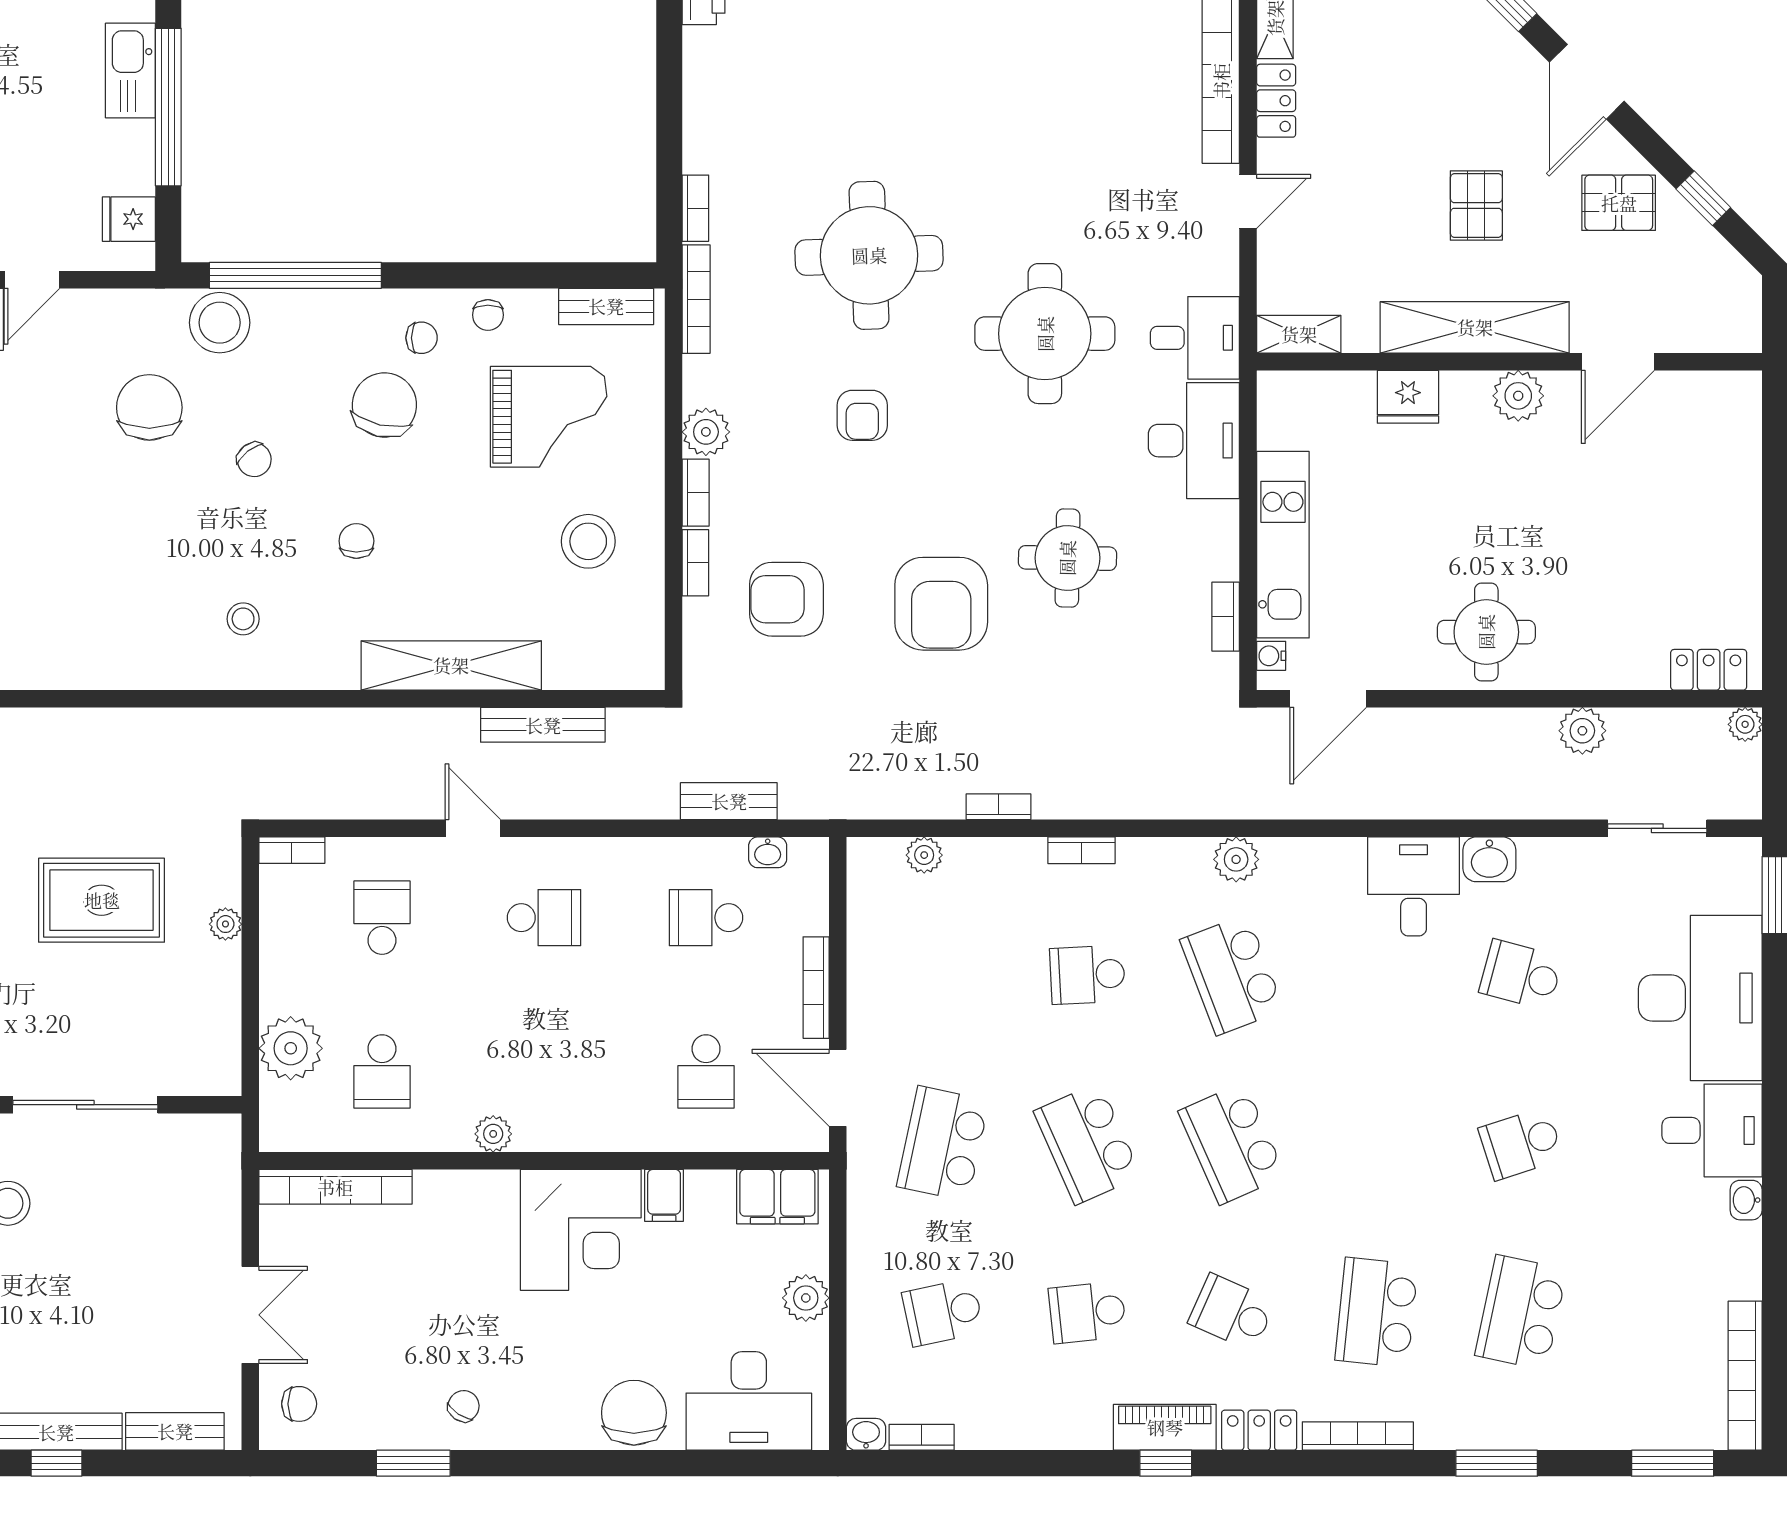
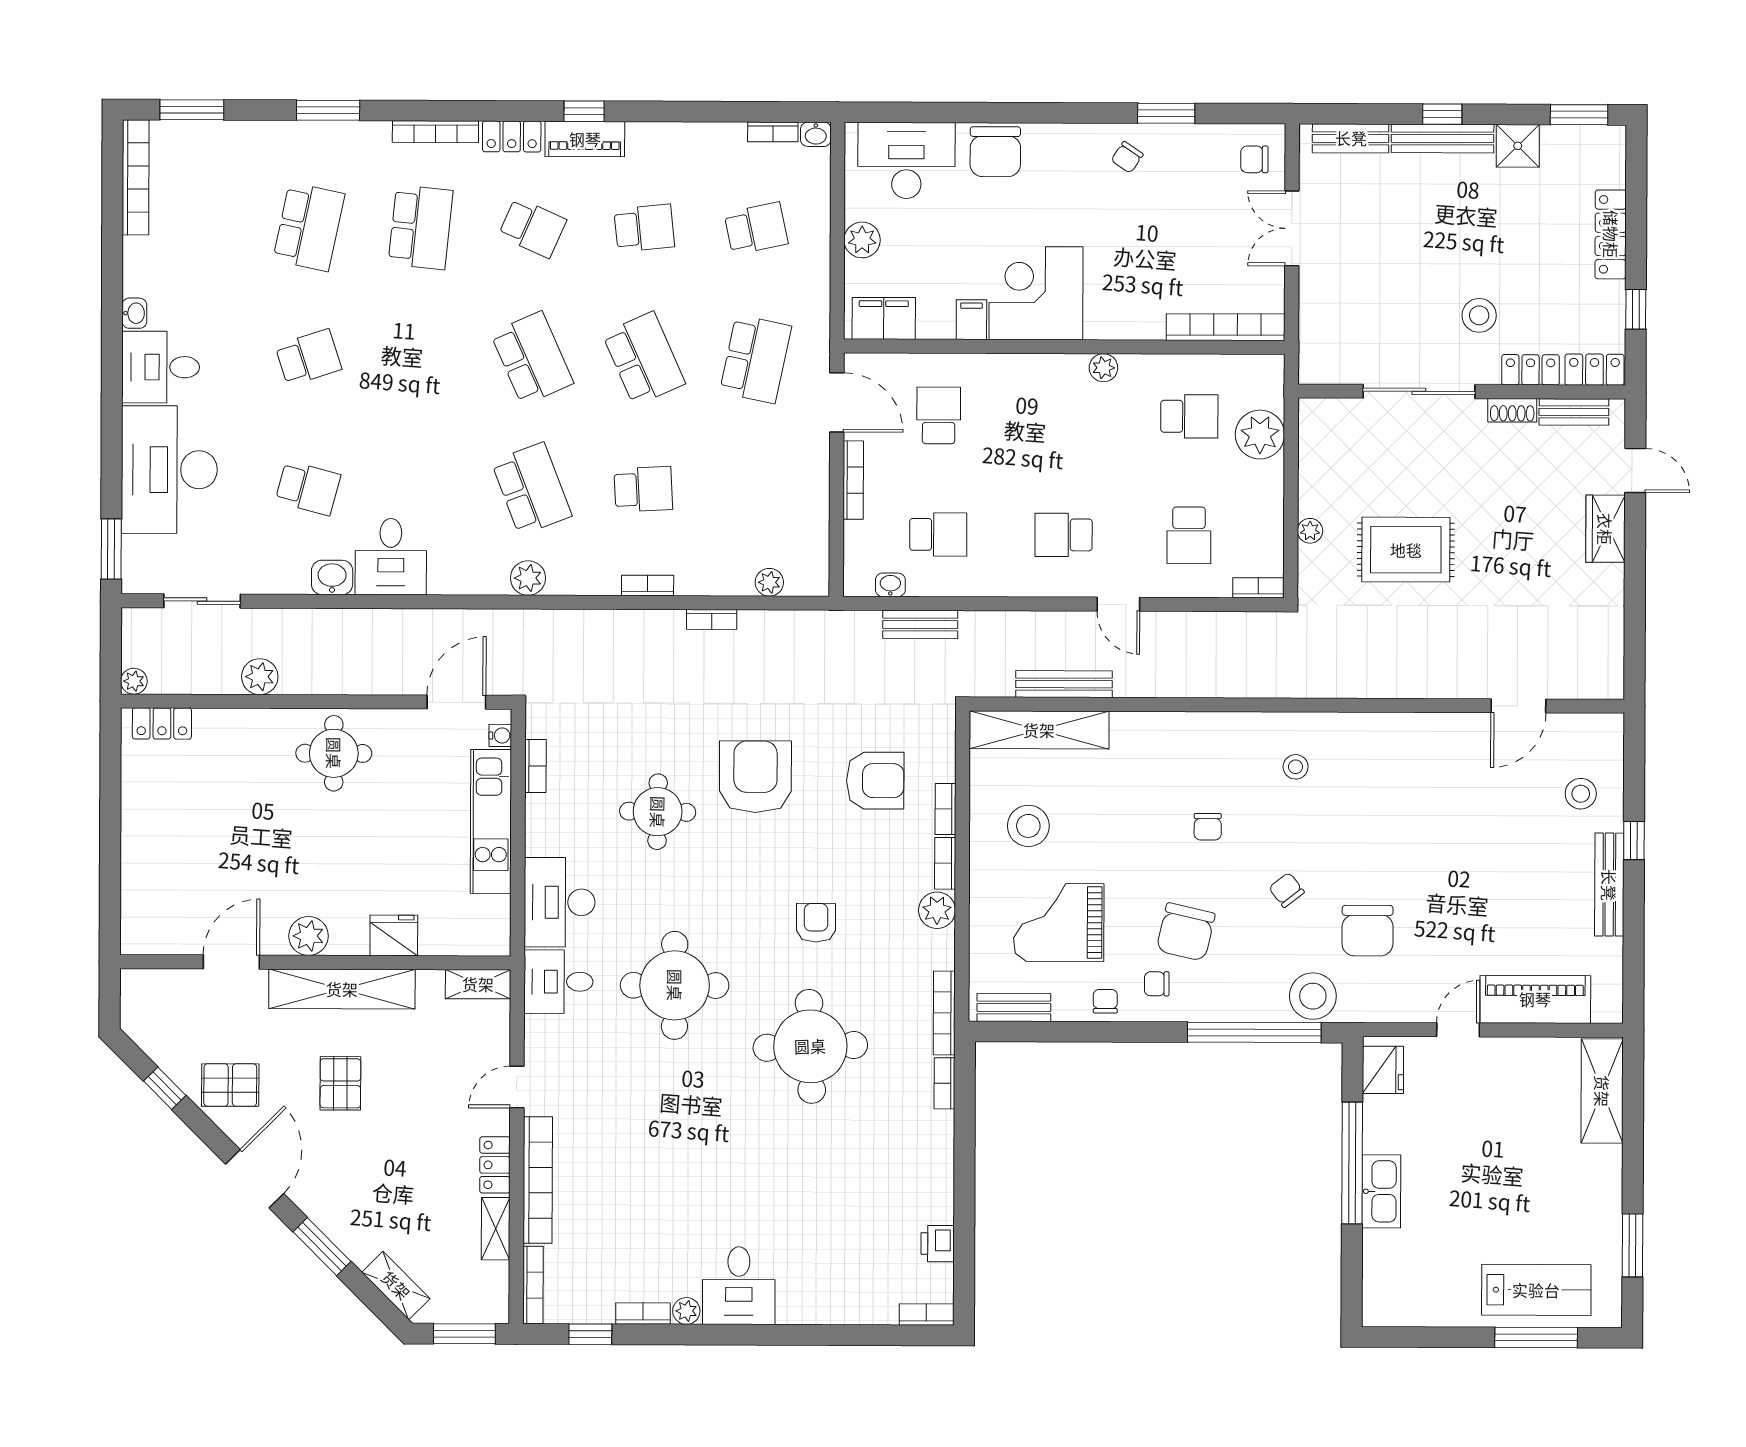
fridge: (129, 219) -> (1383, 1070), width x1.38
shelving: (451, 665) -> (1039, 730), moved
school desk: (382, 1071) -> (1189, 416), turned 90

